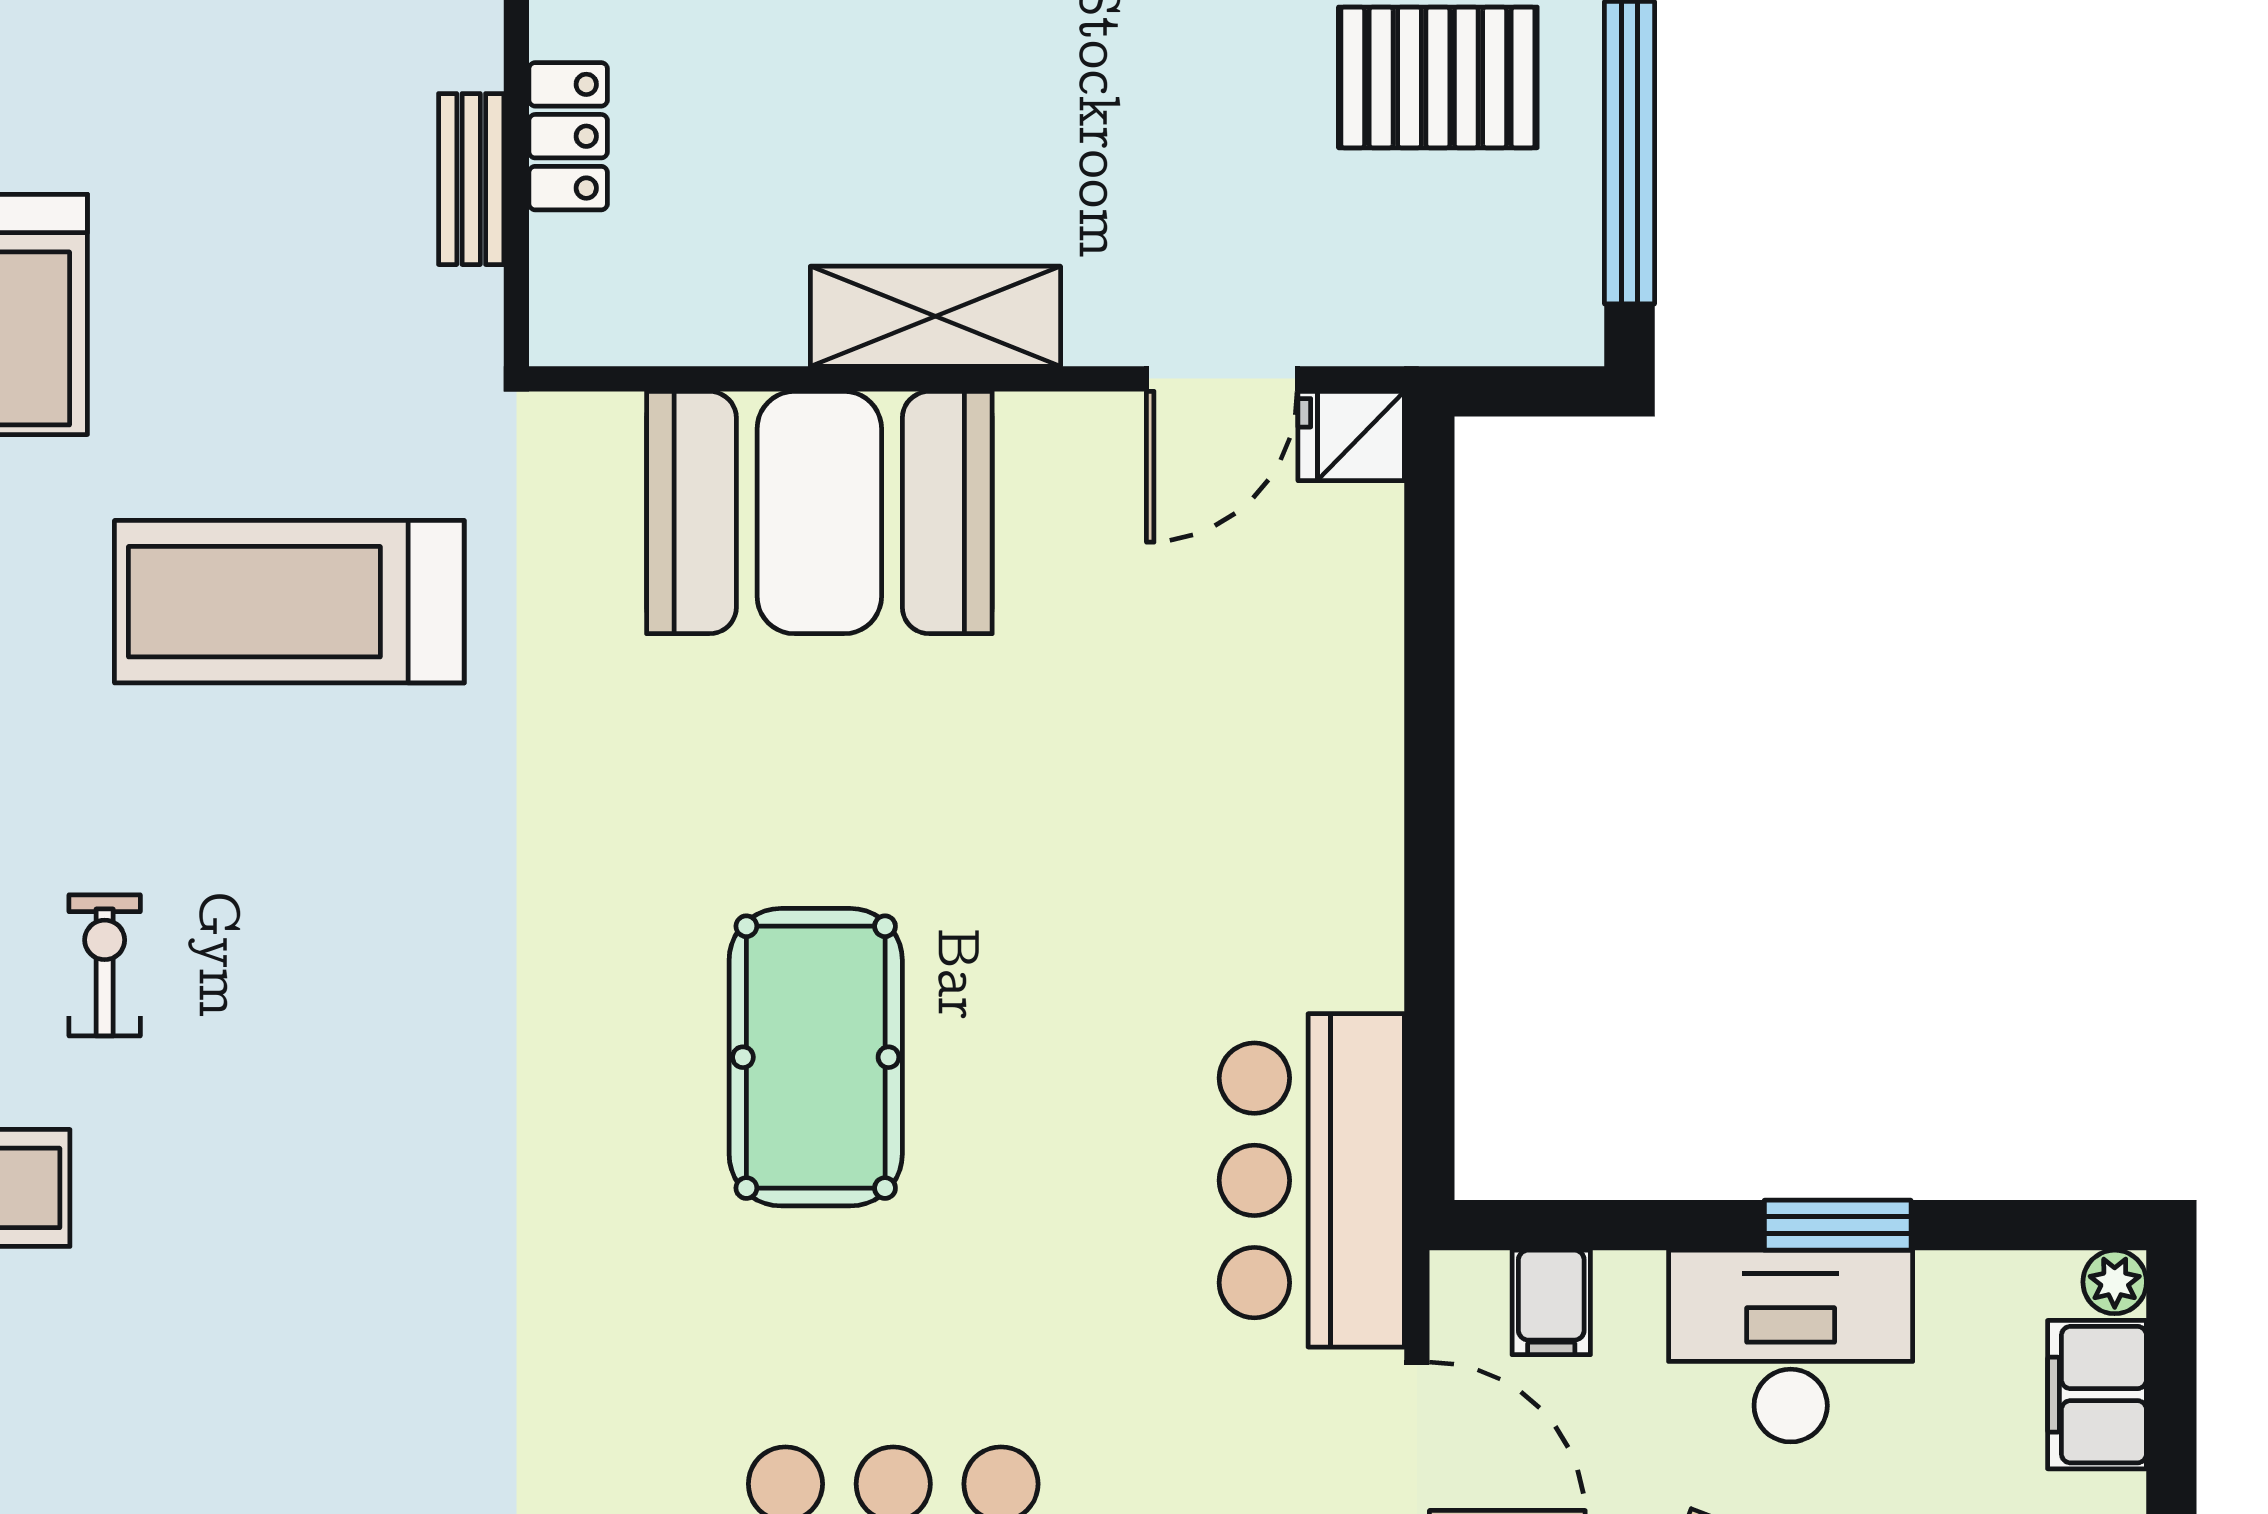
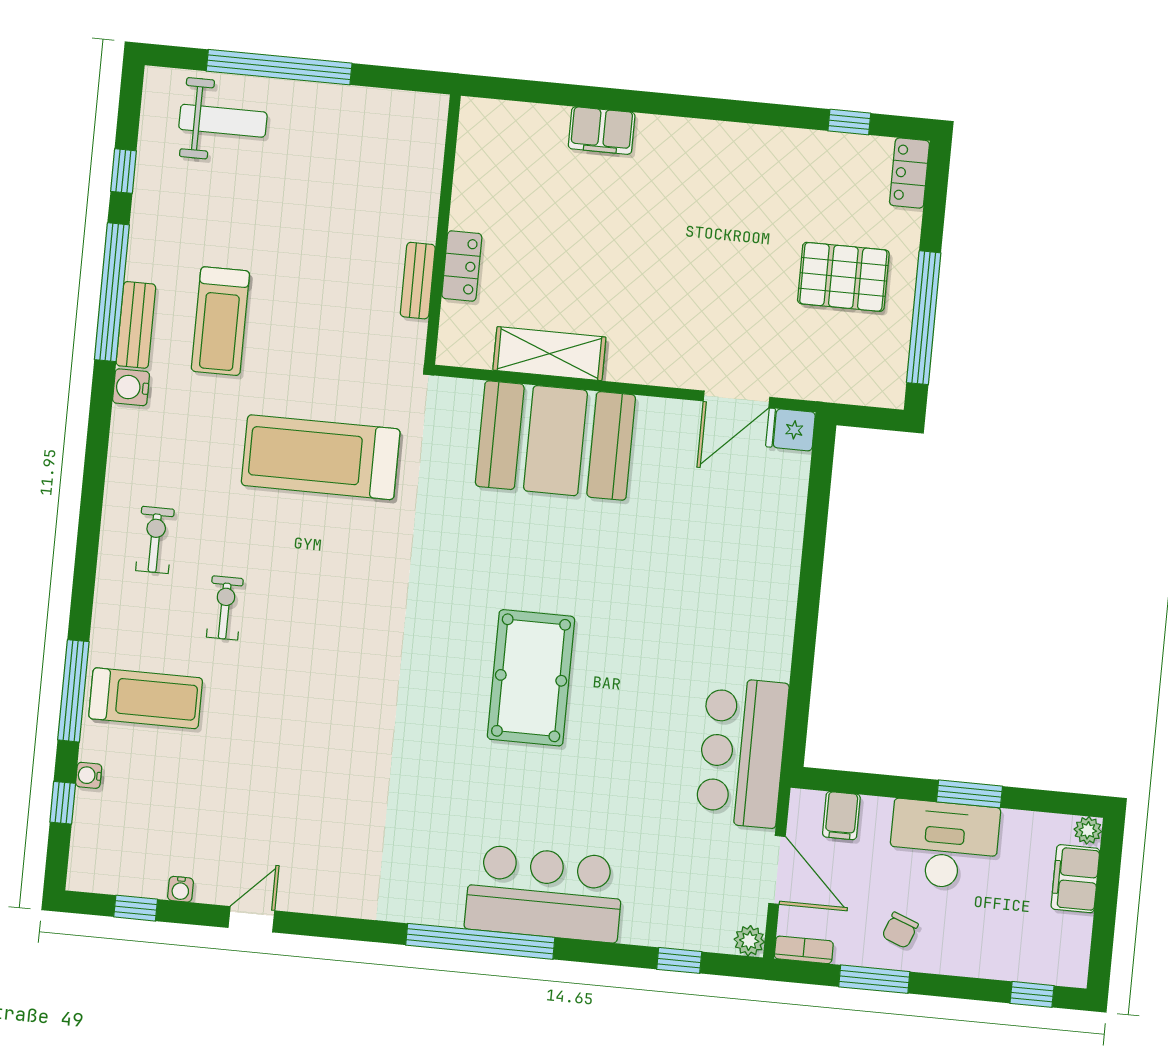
shelving: (935, 316) -> (549, 354), moved

